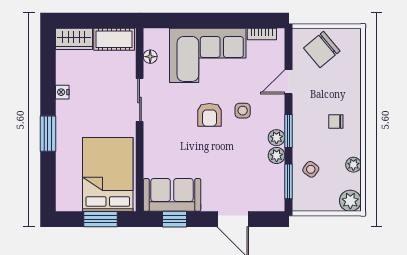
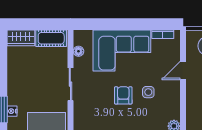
nightstand: (62, 92) -> (12, 111), moved
armchair: (209, 115) -> (123, 95), turned 180
window: (288, 131) -> (183, 108), removed
plant: (276, 138) -> (174, 113), removed

